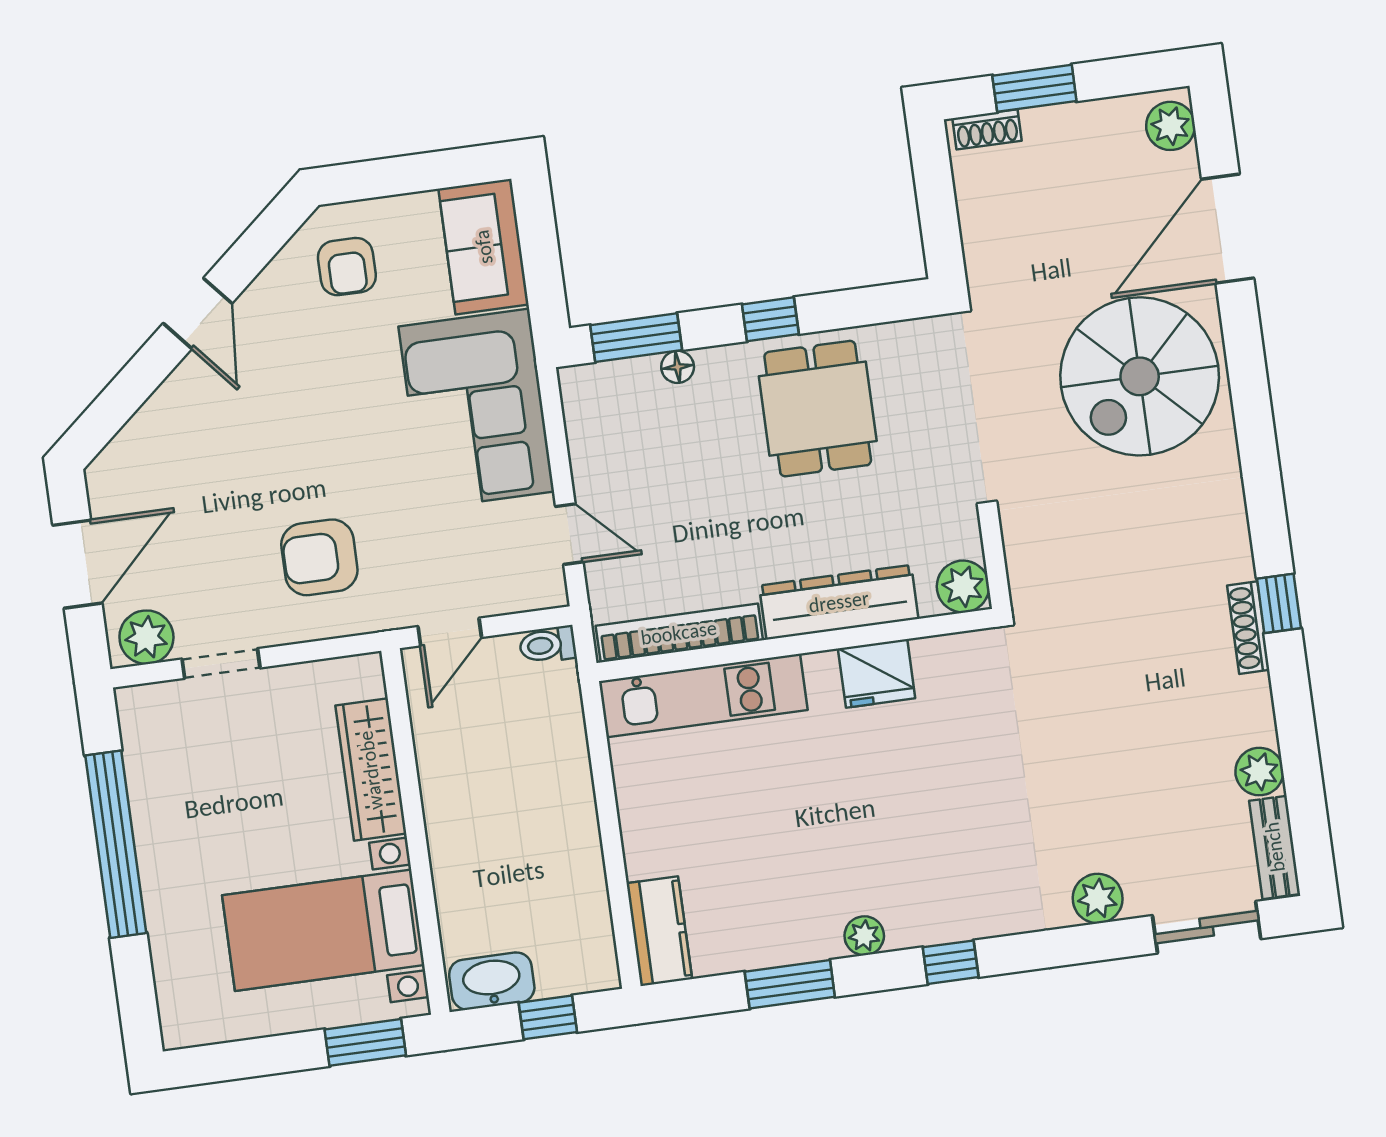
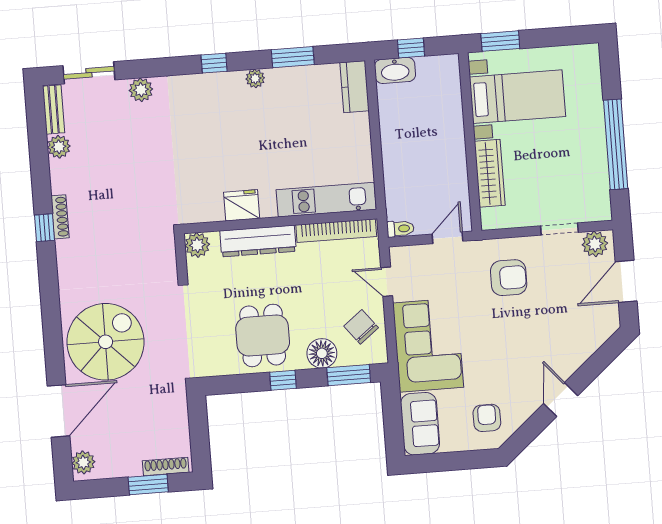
shoe rack: (987, 129) -> (166, 467), width x1.43
floor lamp: (678, 367) -> (322, 353), width x1.89, depth x1.89
chair: (616, 438) -> (361, 327), added
washbasin: (492, 981) -> (395, 70), moved

